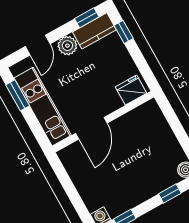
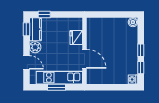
fridge: (131, 90) -> (76, 37), moved
window: (18, 95) -> (57, 87), moved
window: (170, 194) -> (141, 50), moved

